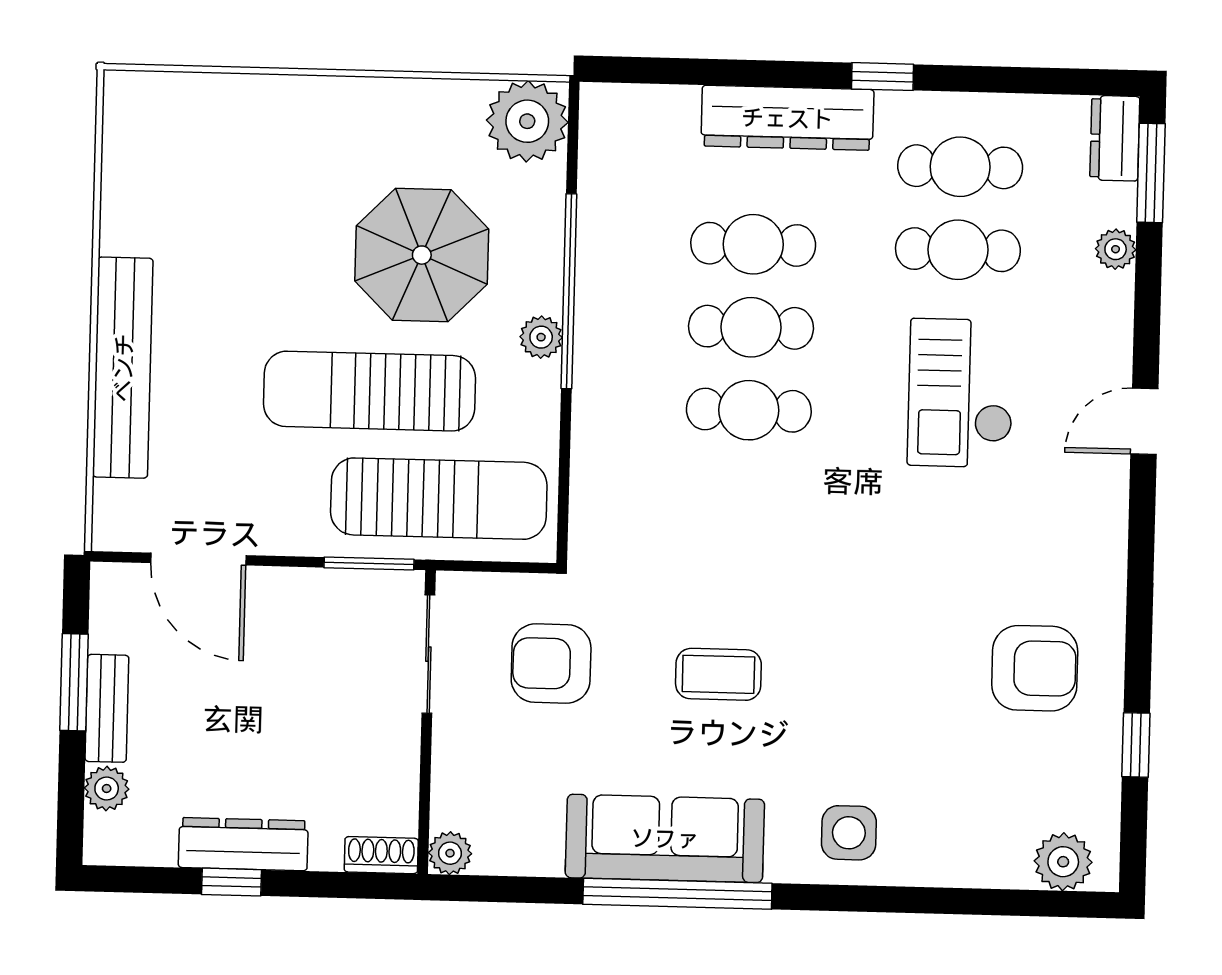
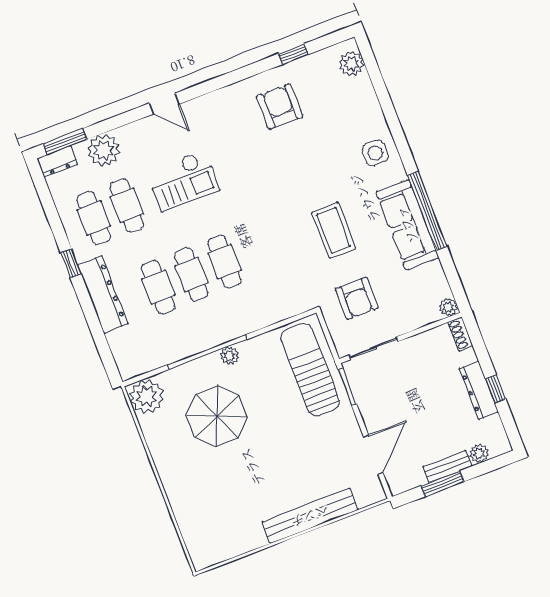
plant: (1116, 249) -> (104, 150), width x1.88, depth x1.88
sun lounger: (369, 391) -> (279, 415), removed
coffee table: (718, 674) -> (334, 230), width x1.36, depth x1.30

